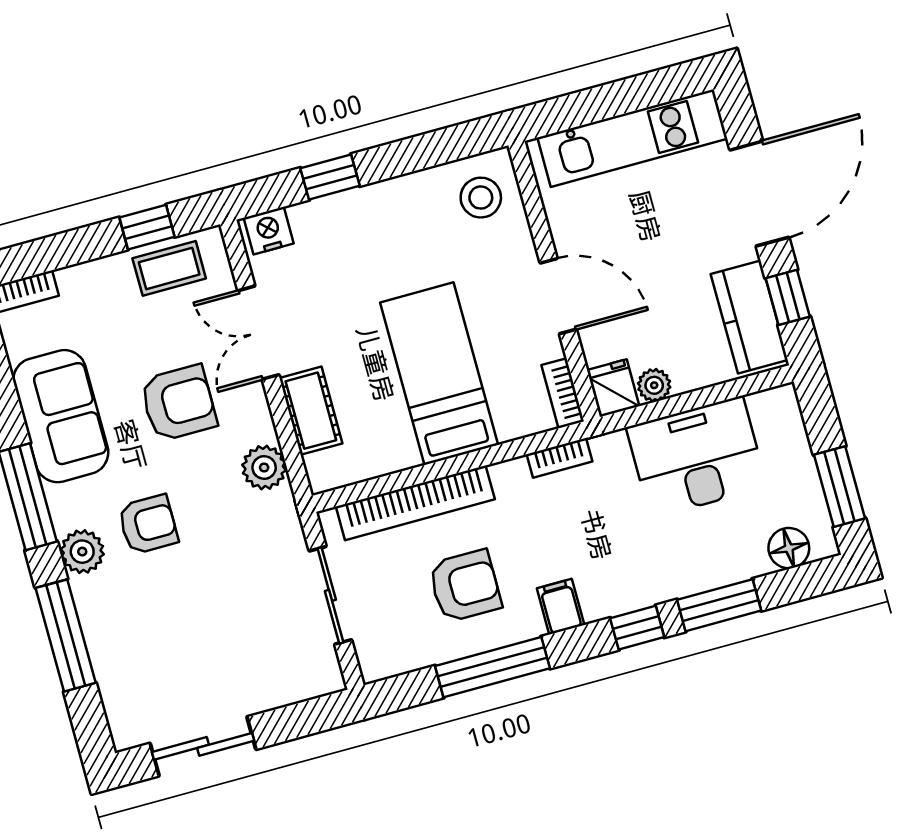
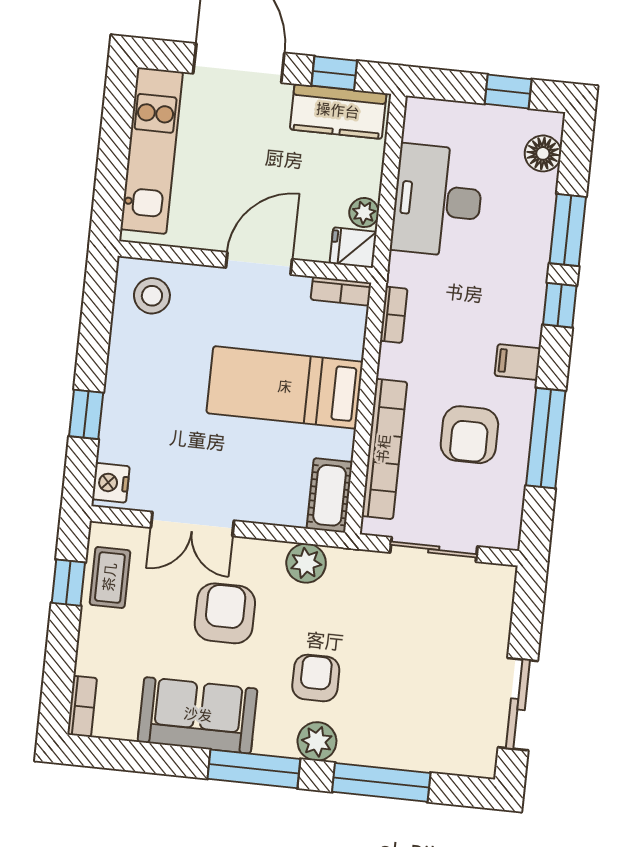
cot: (311, 411) -> (330, 495), moved, turned 90
window: (839, 487) -> (508, 91), width x0.67
armchair: (465, 586) -> (469, 435), turned 180

